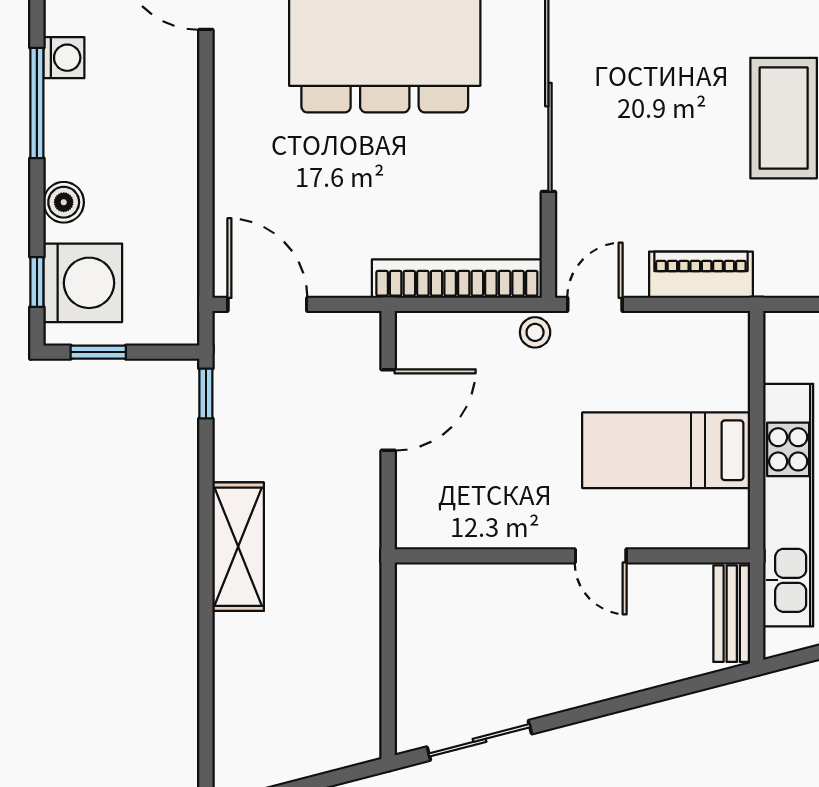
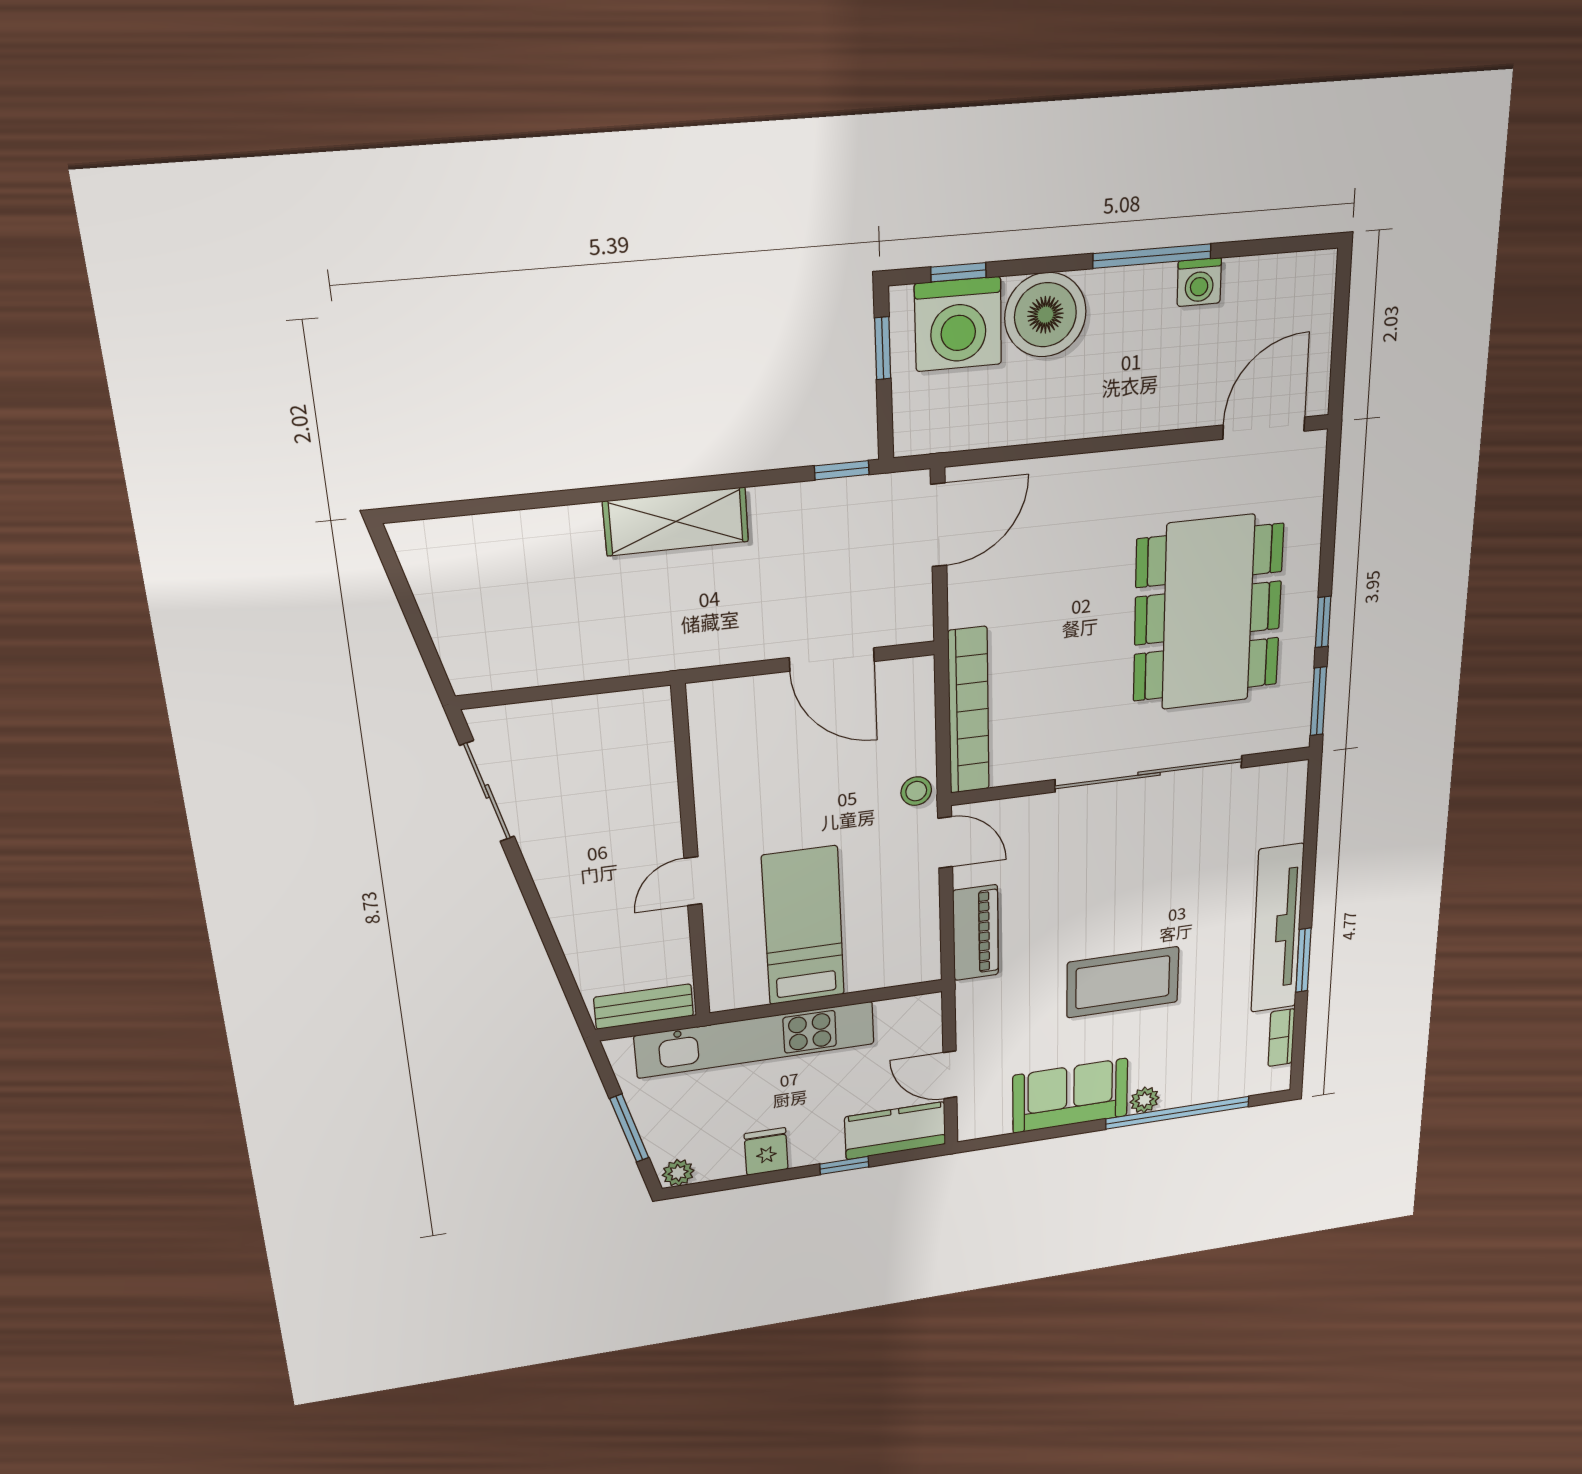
boiler: (64, 202) -> (1045, 315), width x1.86, depth x1.86

